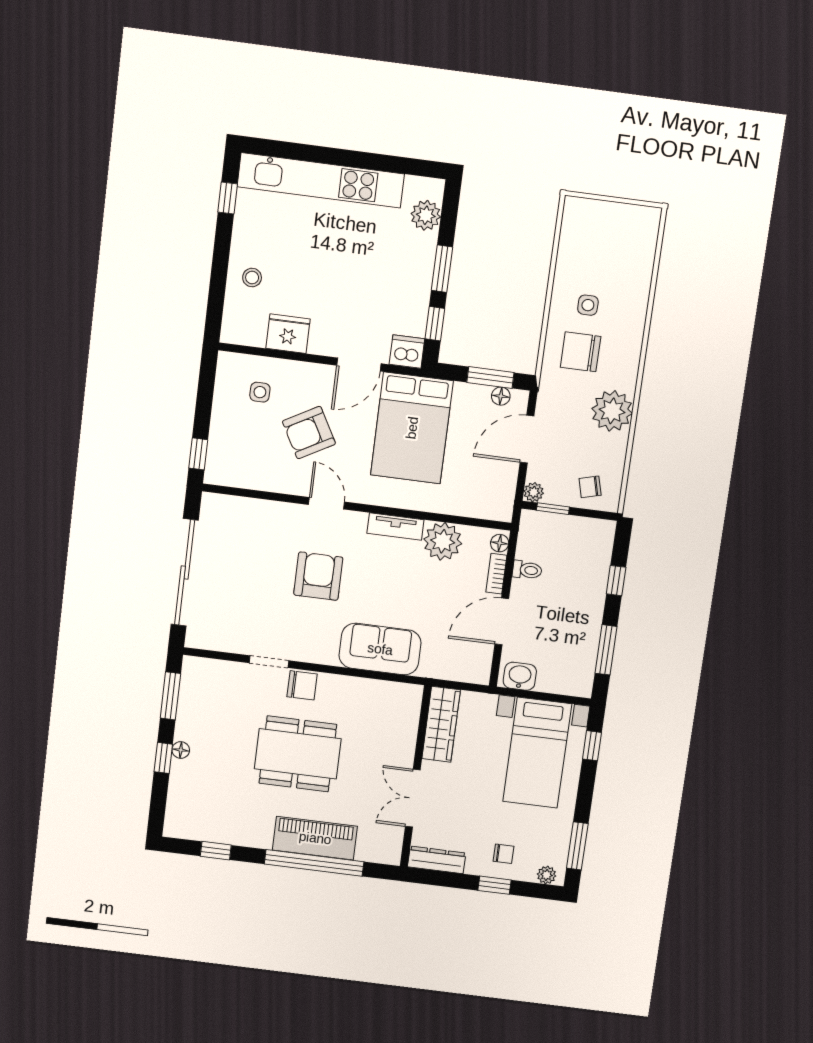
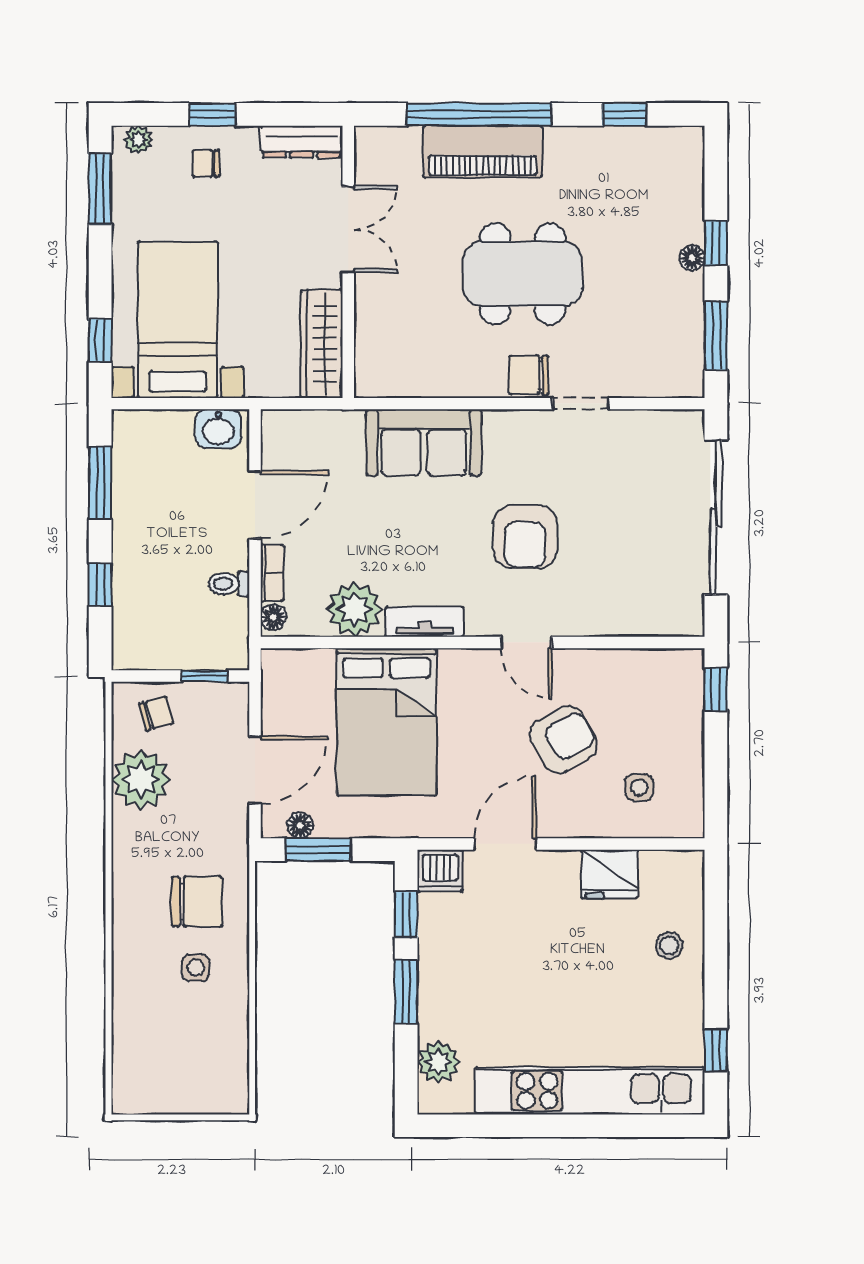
plant: (612, 411) -> (141, 780), moved
bed: (412, 428) -> (387, 722), moved, turned 180
plant: (534, 492) -> (235, 696), removed

